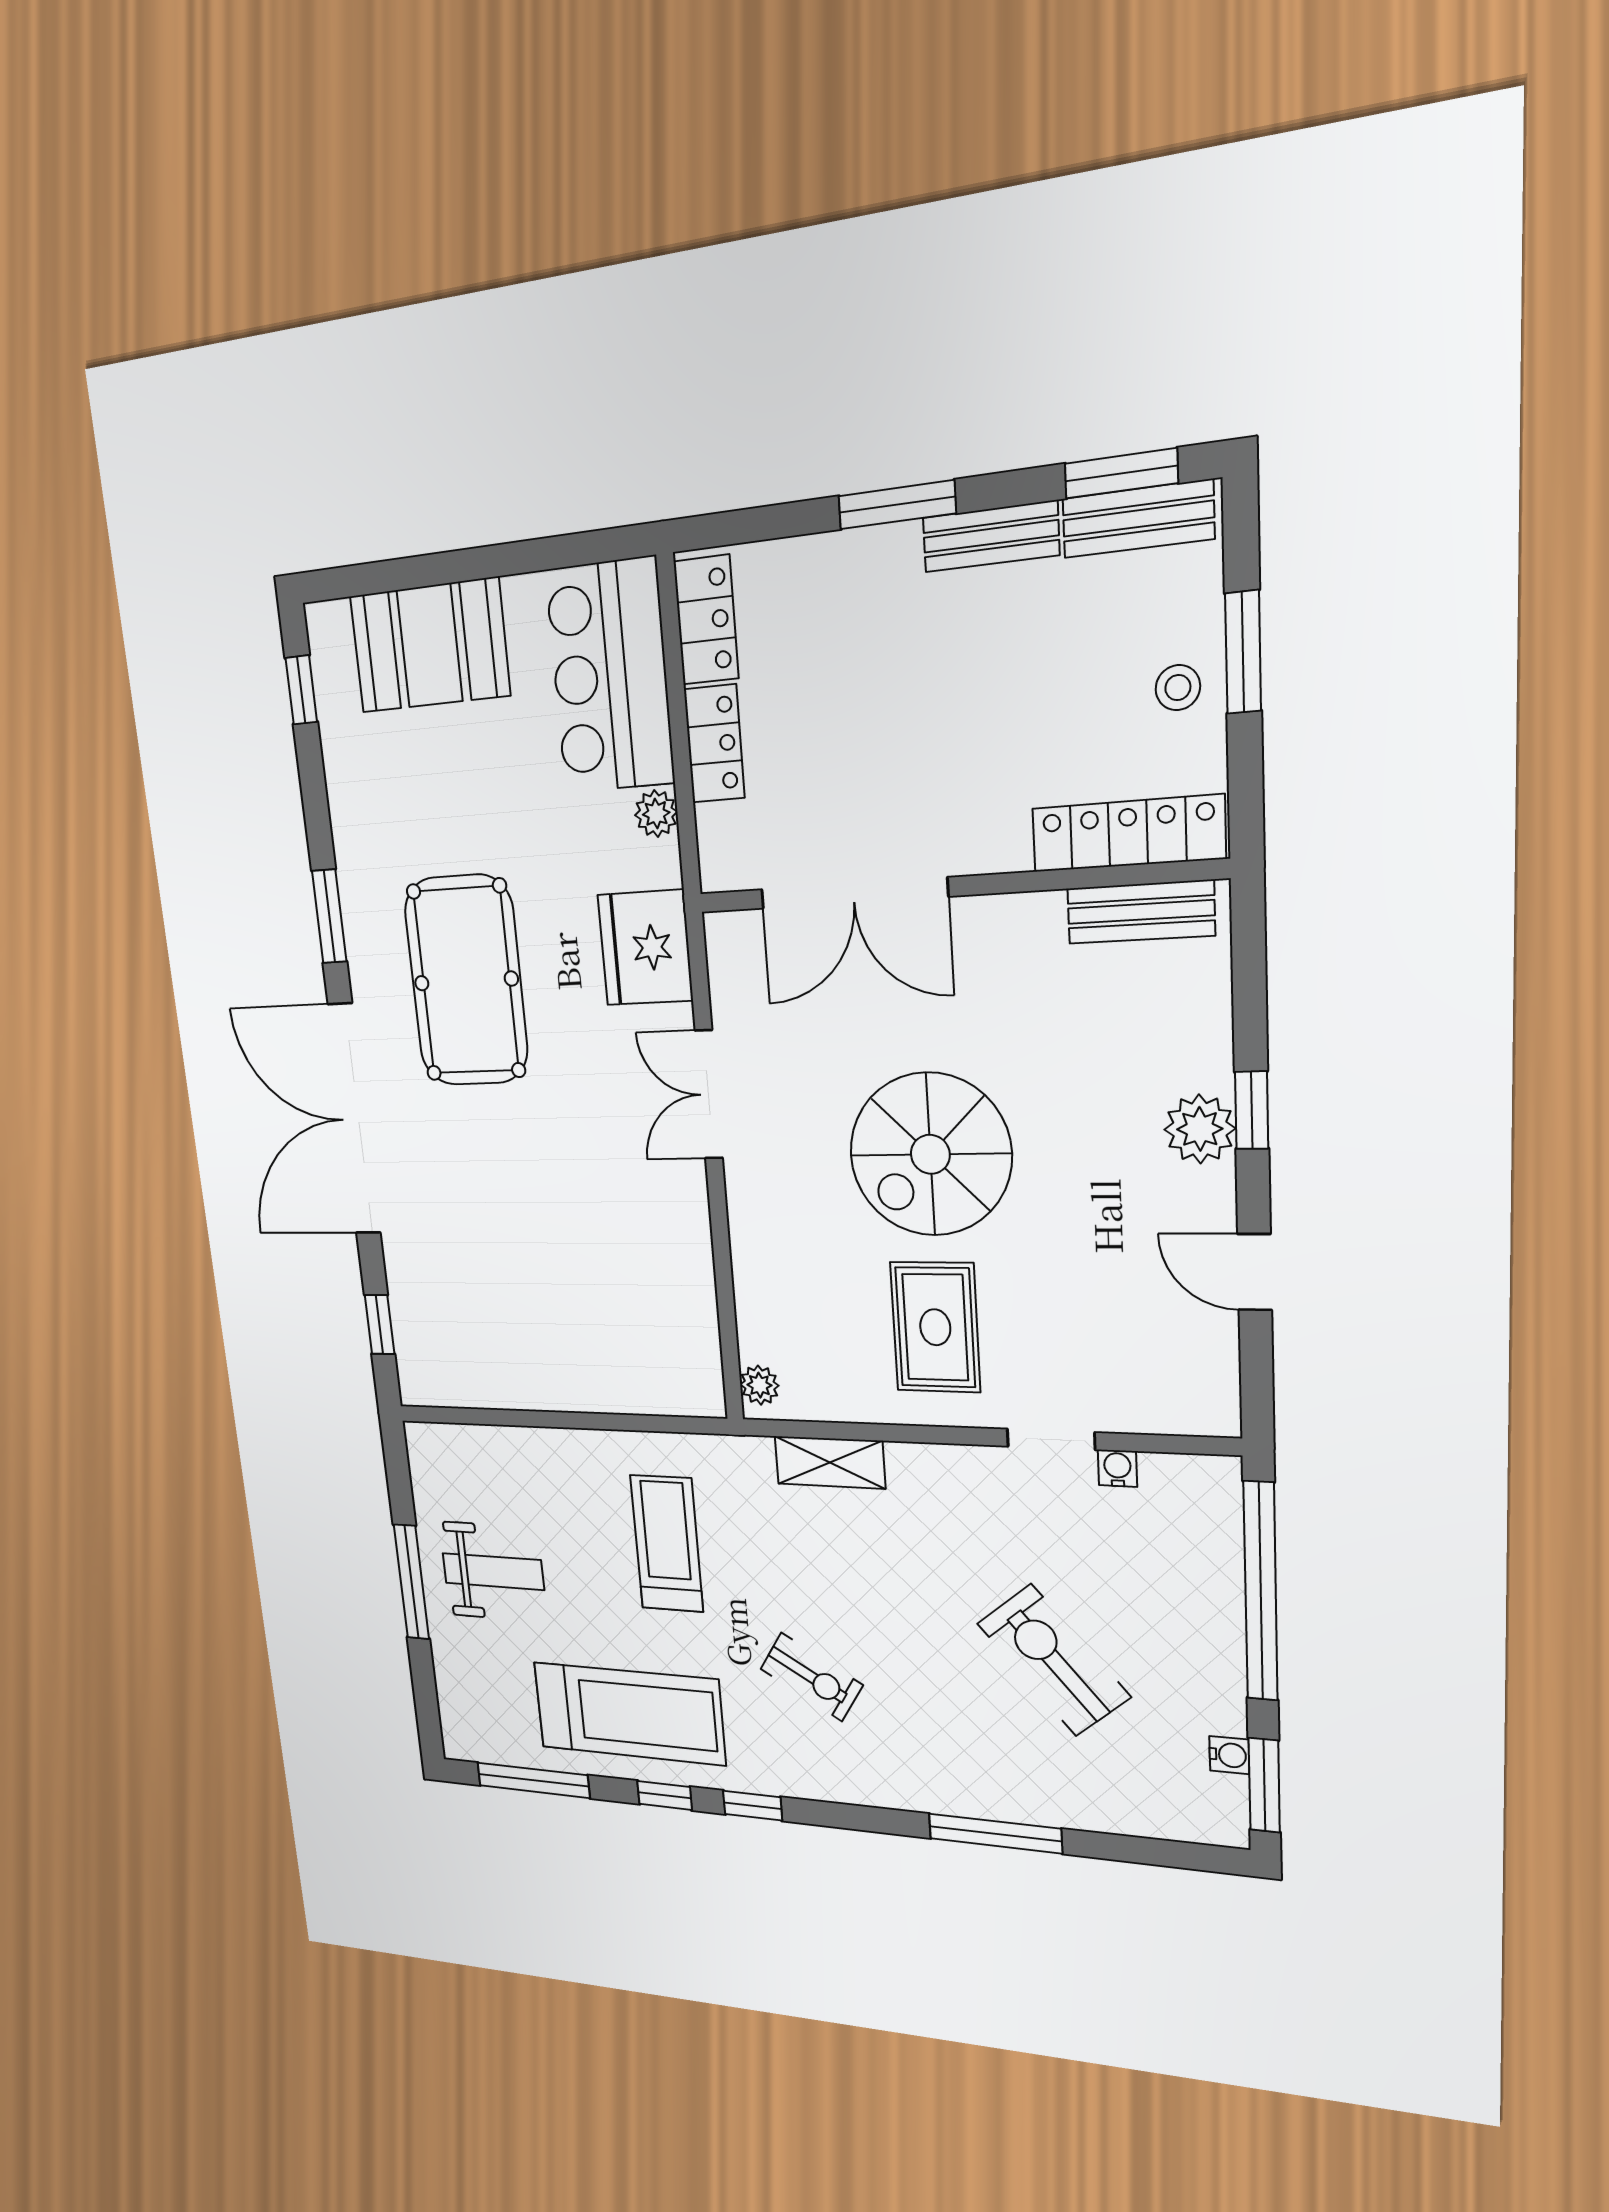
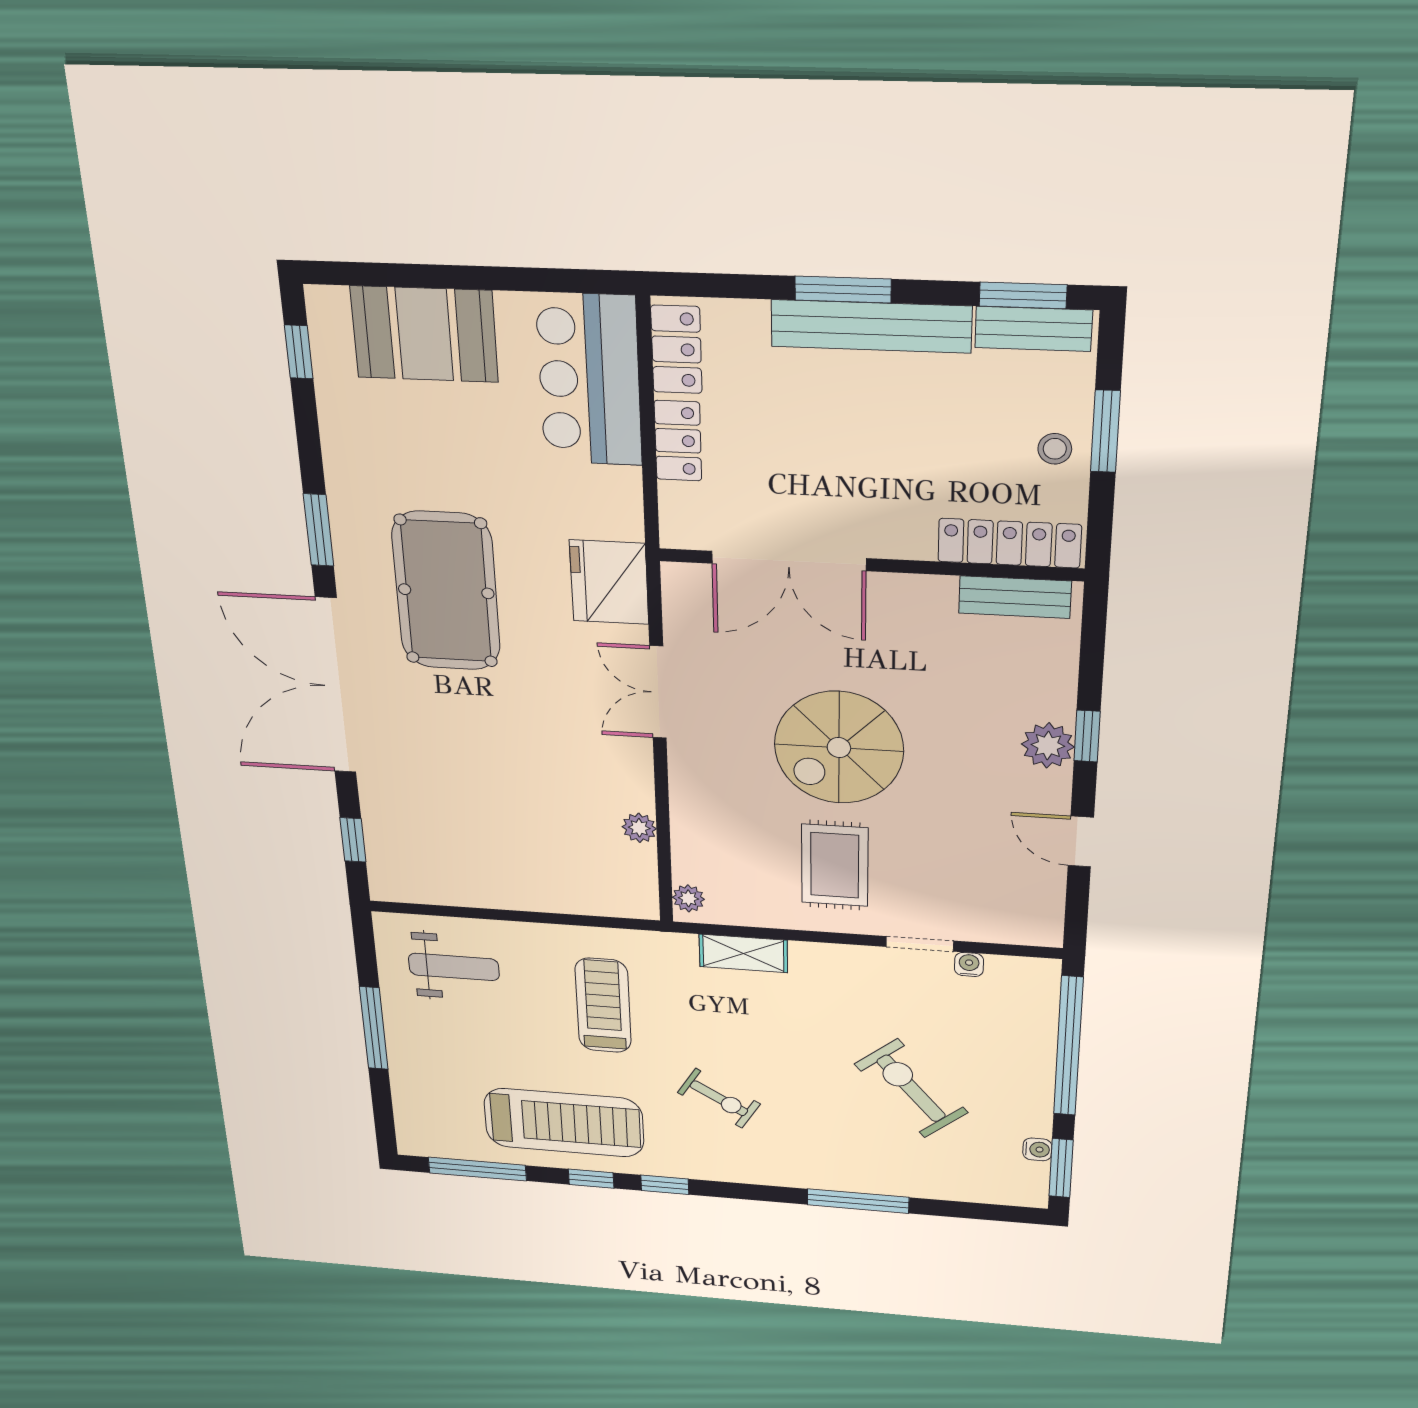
bench: (991, 536) -> (871, 326), width x1.86, depth x1.21
plant: (656, 813) -> (639, 828), moved
weight bench: (493, 1572) -> (454, 967), moved

